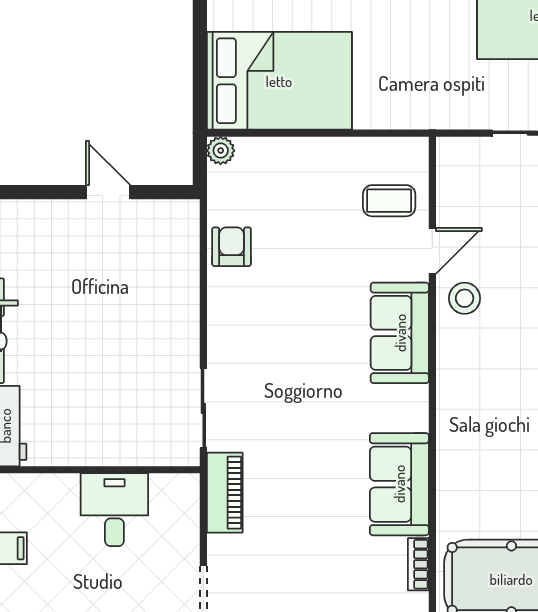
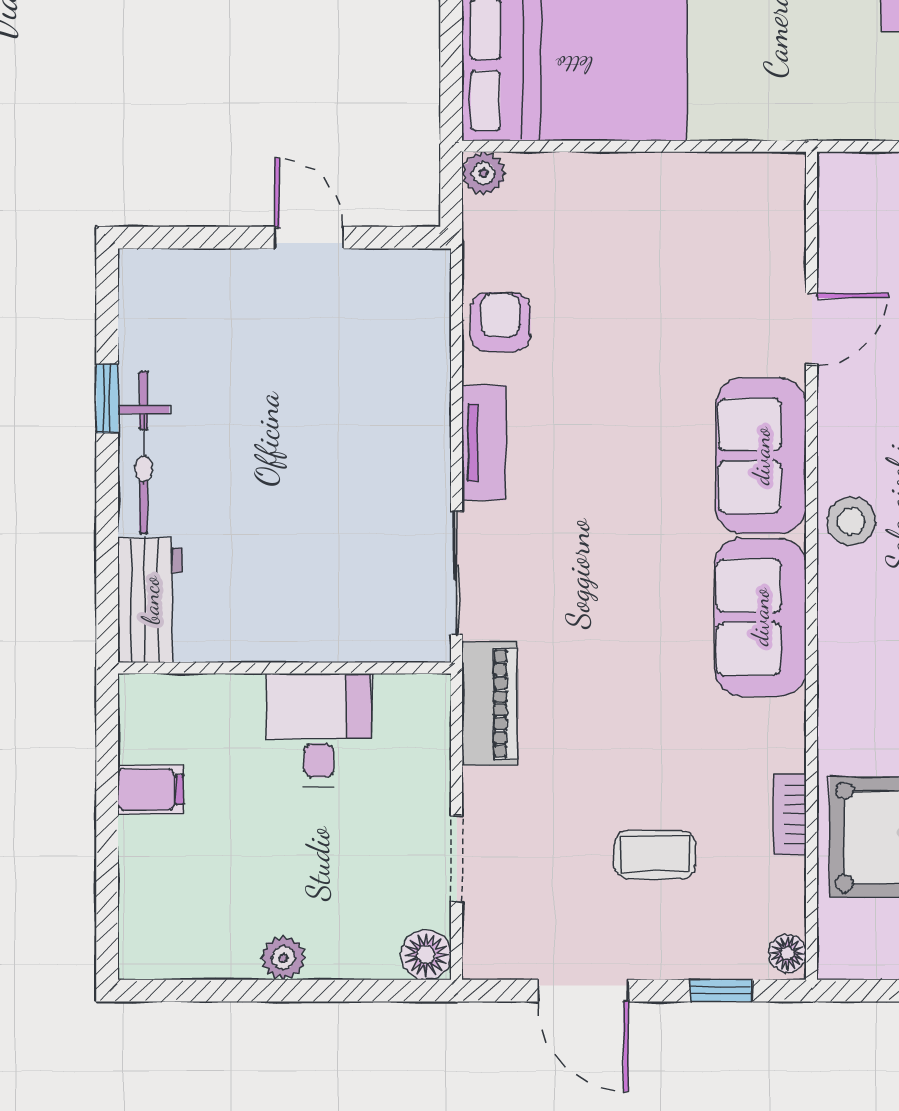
coffee table: (389, 201) -> (655, 855), moved
stool: (465, 298) -> (851, 521), moved
tv unit: (221, 324) -> (484, 443), added
sofa: (399, 484) -> (760, 617), moved

